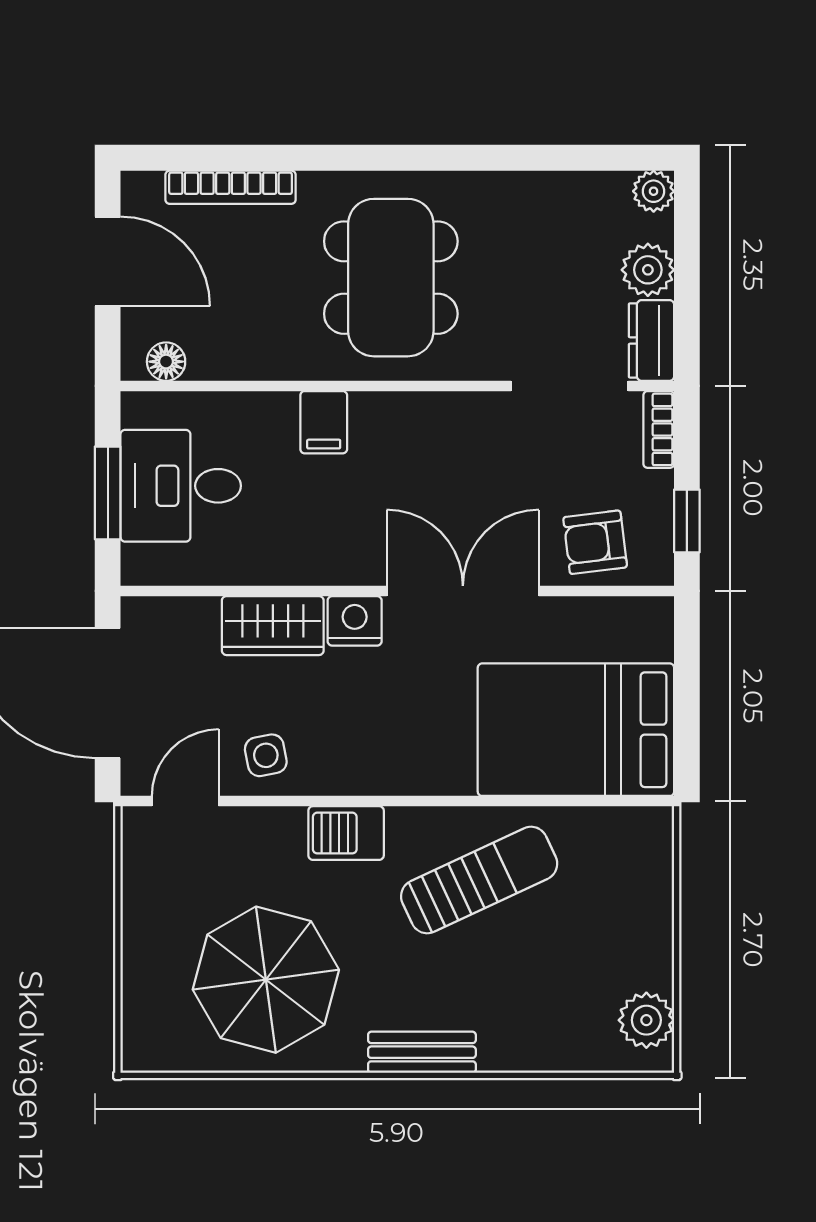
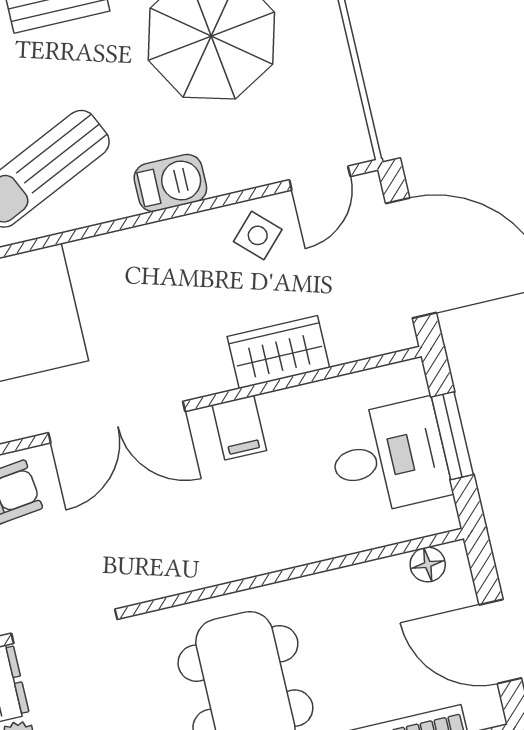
filing cabinet: (324, 422) -> (239, 428), moved, turned 180
nightstand: (355, 621) -> (207, 373), removed
side table: (266, 755) -> (258, 235), turned -35

